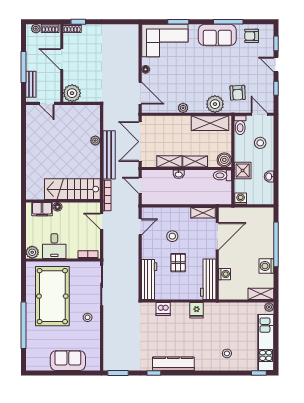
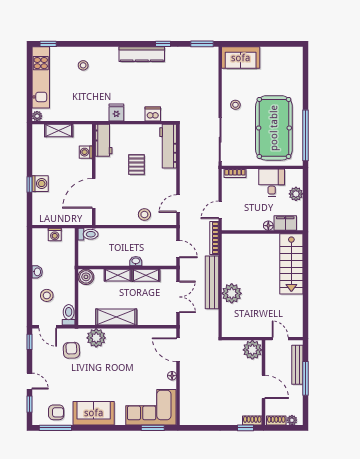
window: (178, 22) -> (153, 428), moved
window: (228, 22) -> (55, 428), moved
bench: (31, 84) -> (297, 365), width x1.36
window: (276, 88) -> (29, 342), moved
plant: (183, 108) -> (131, 334), removed
shelving: (210, 123) -> (116, 317), moved
plant: (95, 141) -> (232, 293), width x1.87, depth x1.87
double door: (140, 142) -> (178, 297), width x0.73
shower: (243, 170) -> (66, 265), removed
toilet: (222, 175) -> (88, 234), moved
washbasin: (269, 177) -> (37, 272), moved
stairs: (72, 189) -> (291, 264), moved, turned 90
washing machine: (241, 199) -> (55, 235), moved
shelving: (203, 213) -> (109, 219), removed
door: (102, 221) -> (220, 210), swing flipped
stool: (172, 236) -> (144, 215), moved
window: (276, 244) -> (29, 184), width x0.32
plant: (32, 252) -> (296, 194), moved
washing machine: (266, 266) -> (40, 184), moved
workbench: (208, 279) -> (104, 140), width x0.73
shelving: (261, 294) -> (59, 130), moved
window: (23, 325) -> (305, 135), moved
sofa: (68, 361) -> (241, 58), moved

